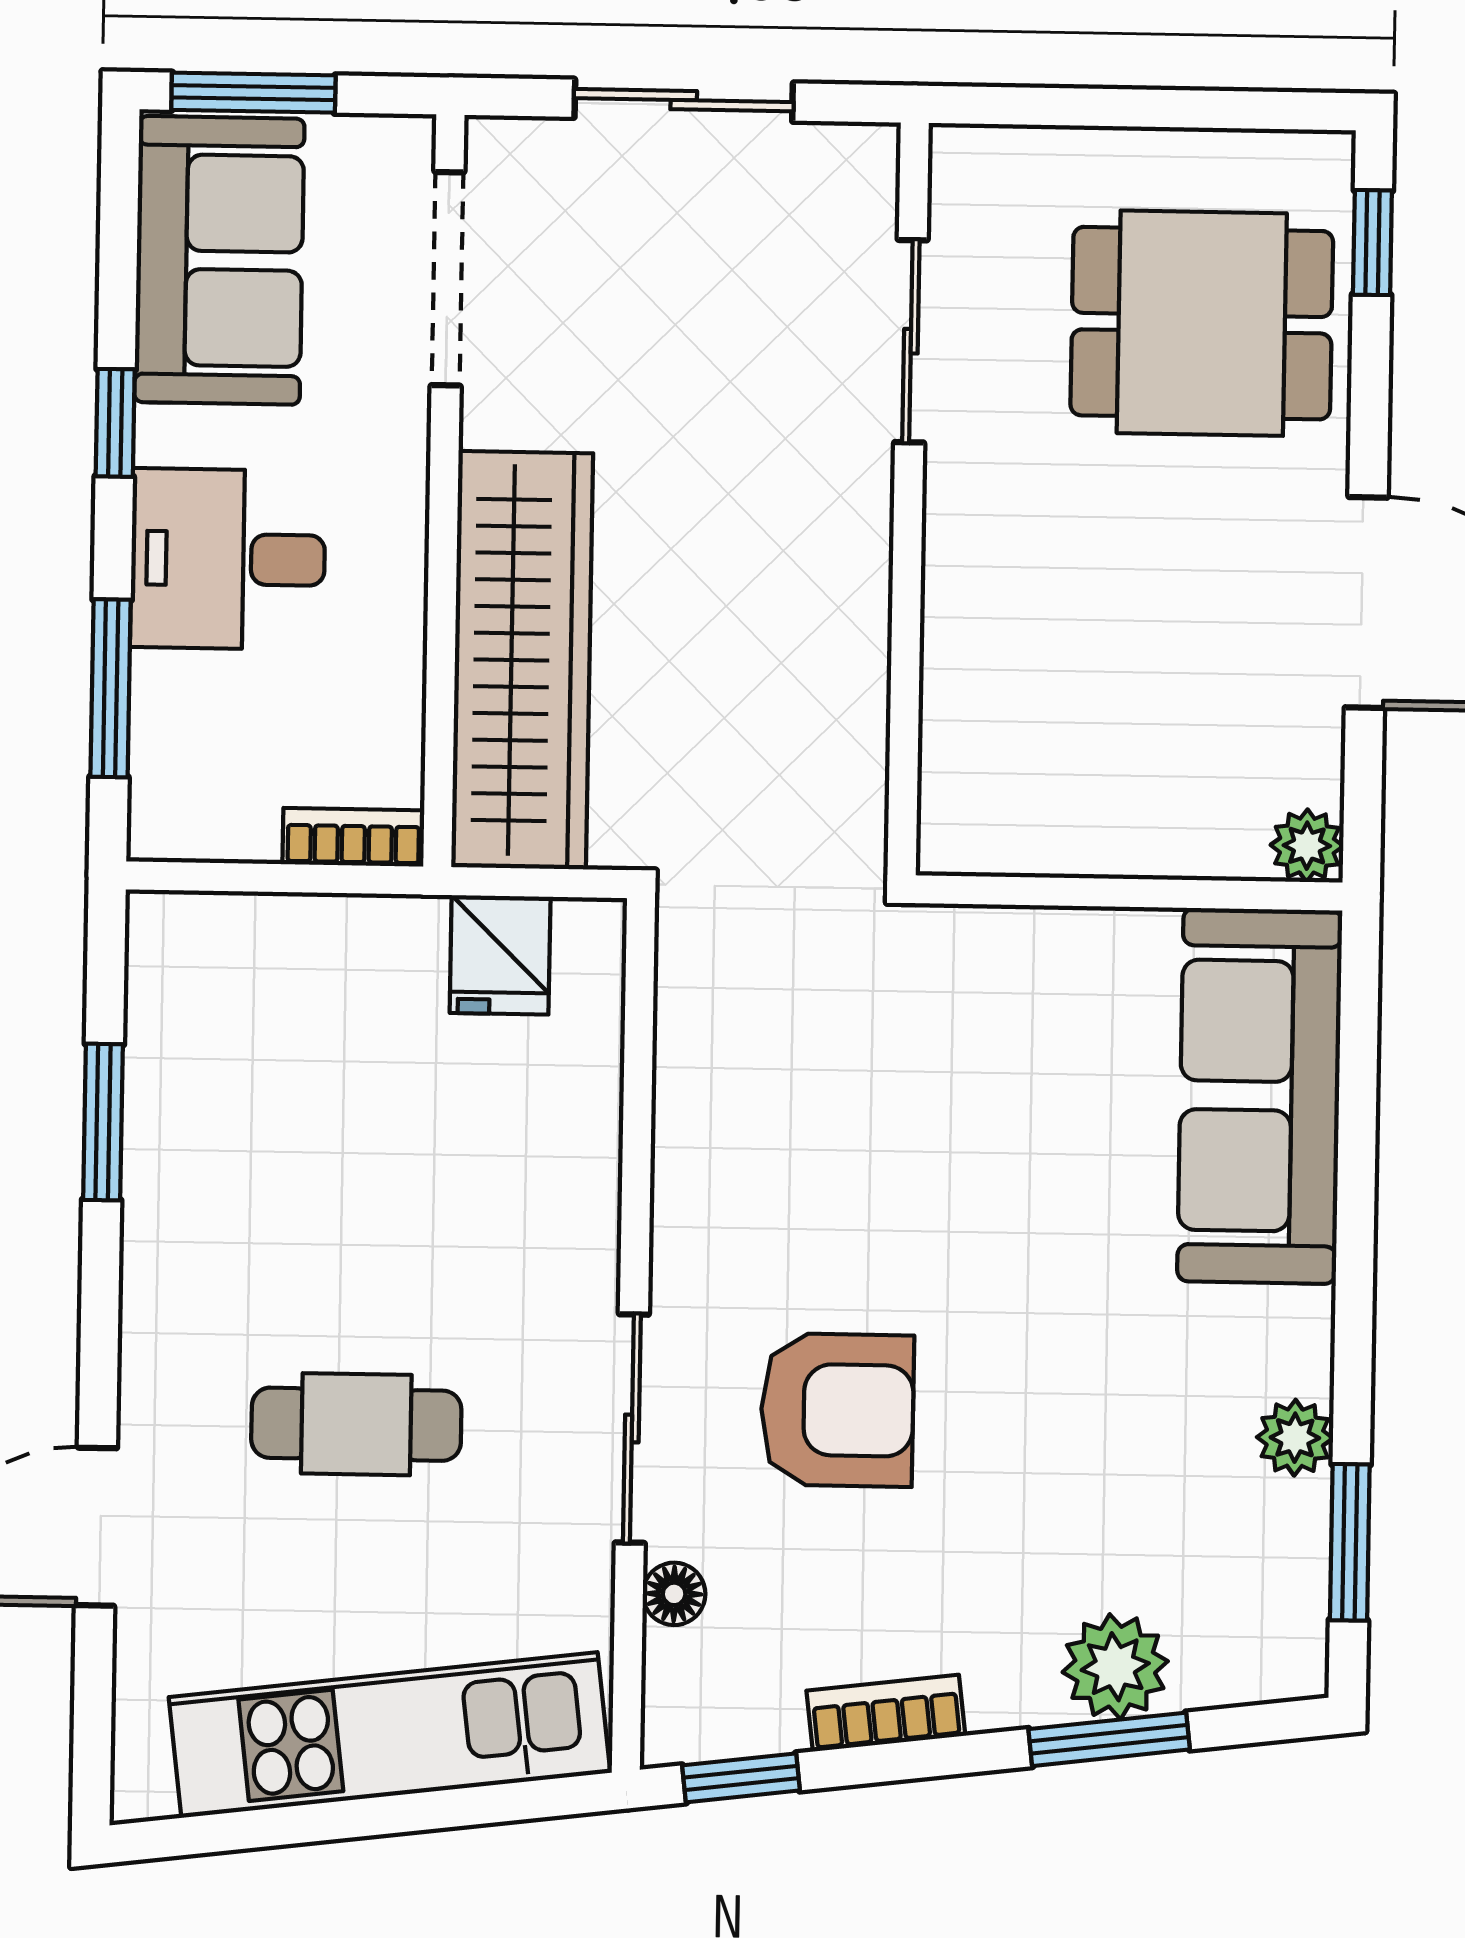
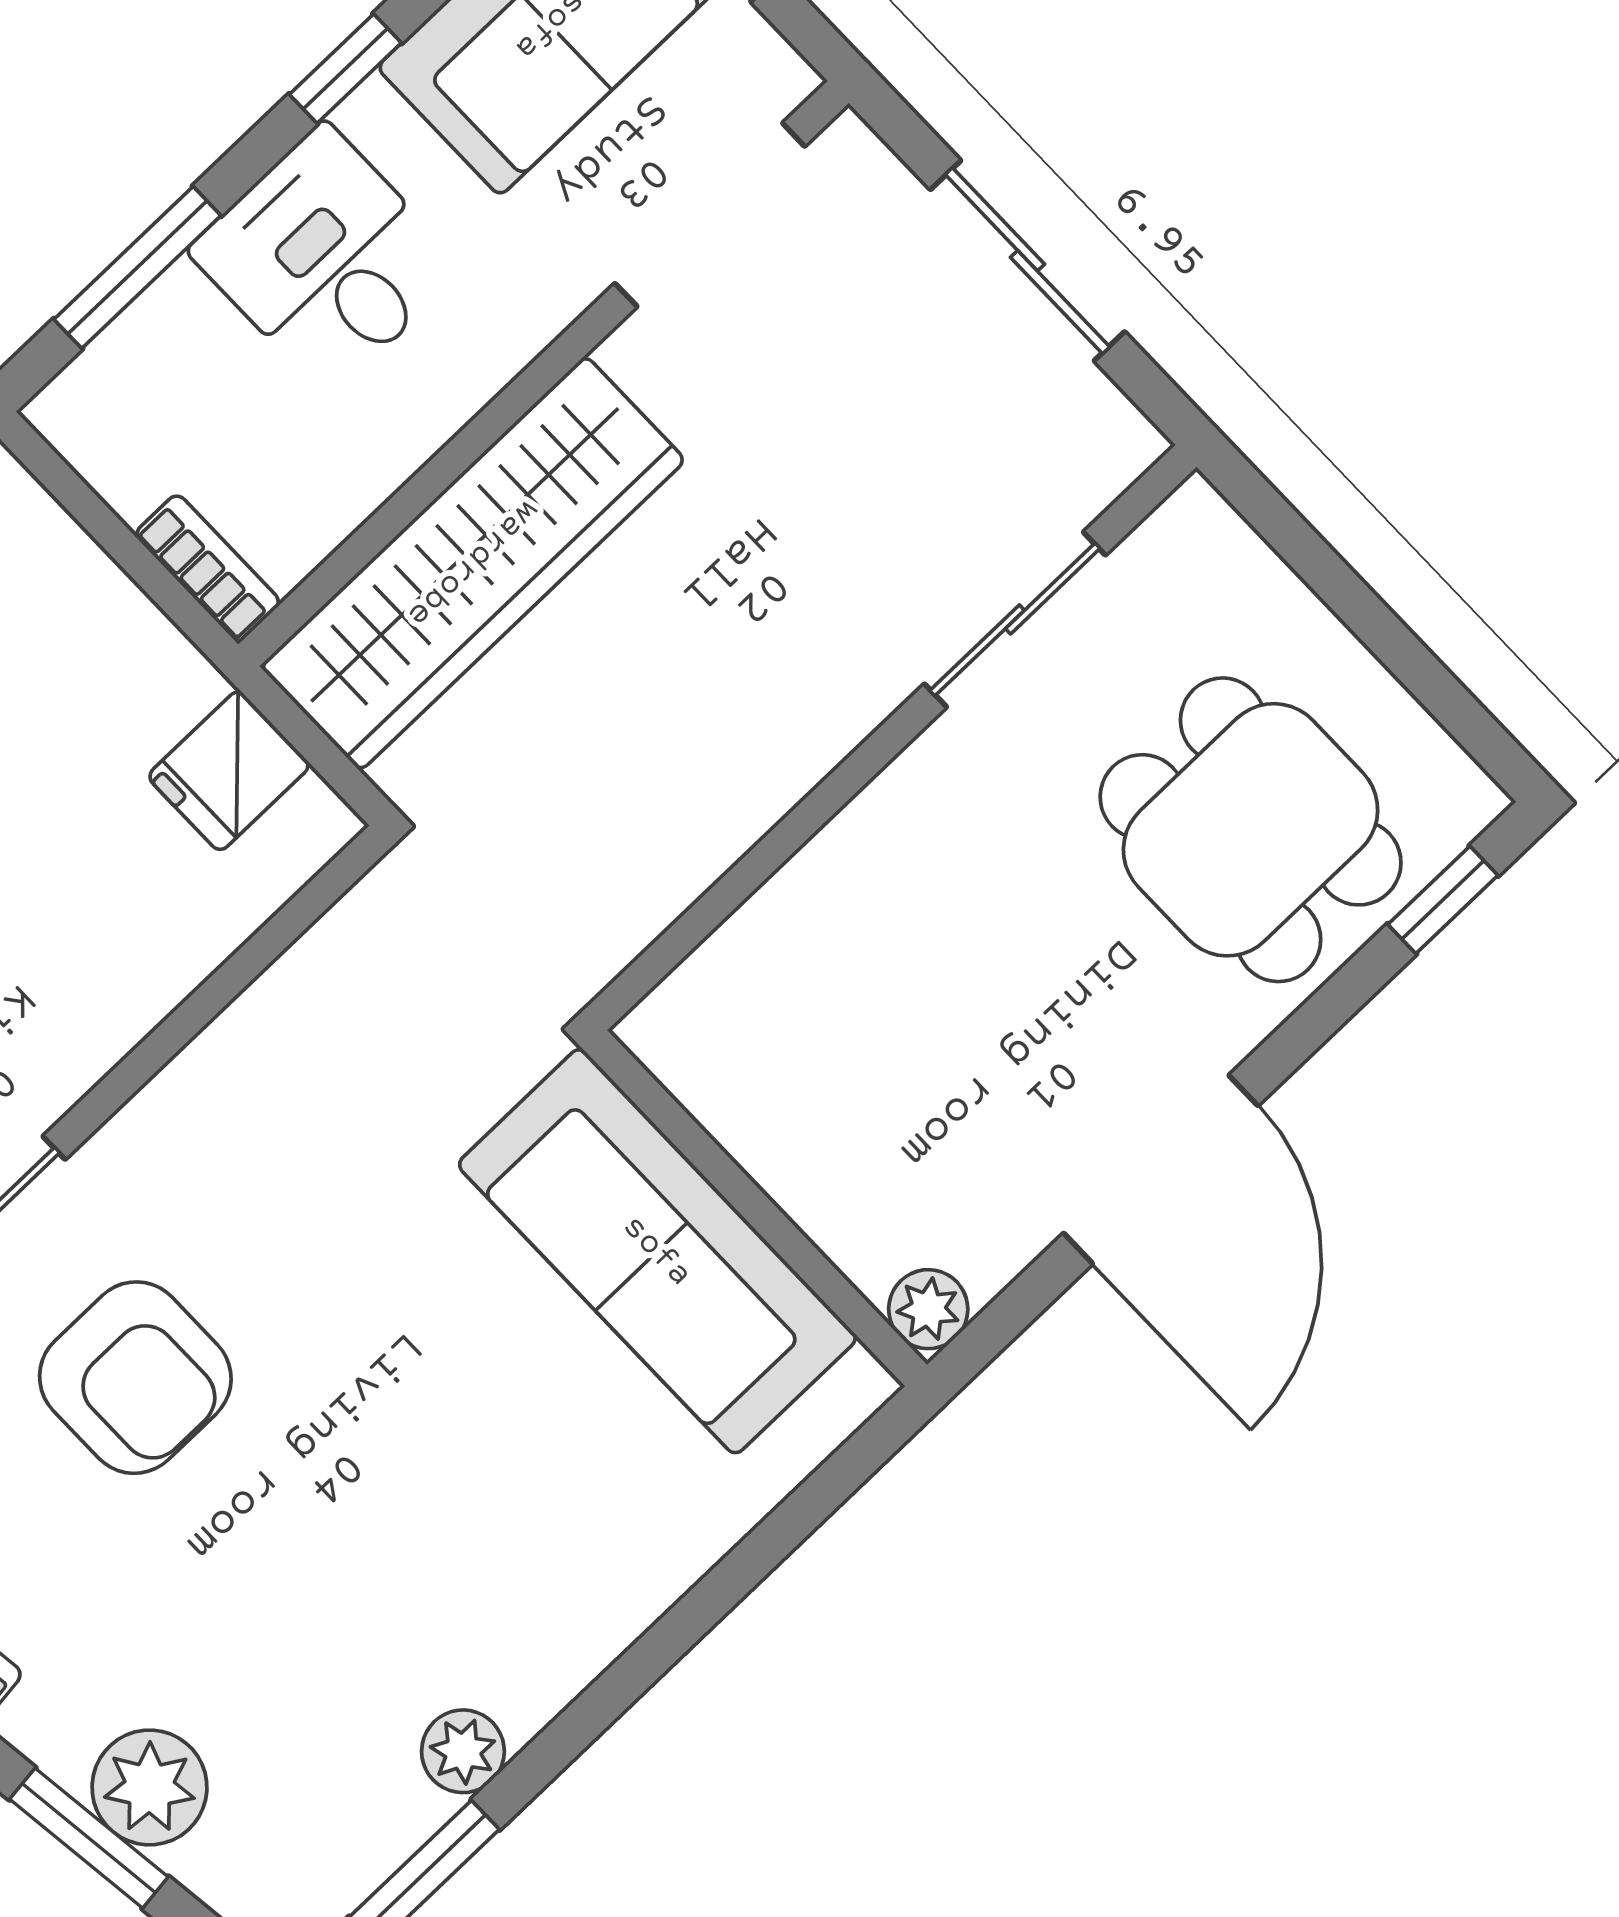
sofa: (1260, 1096) -> (657, 1251), moved, turned -90

